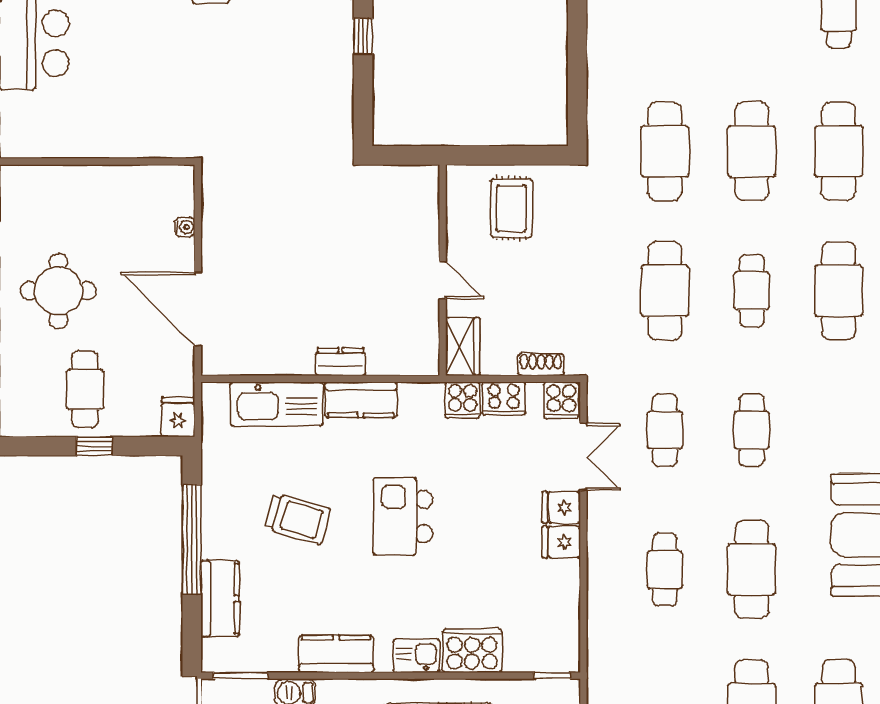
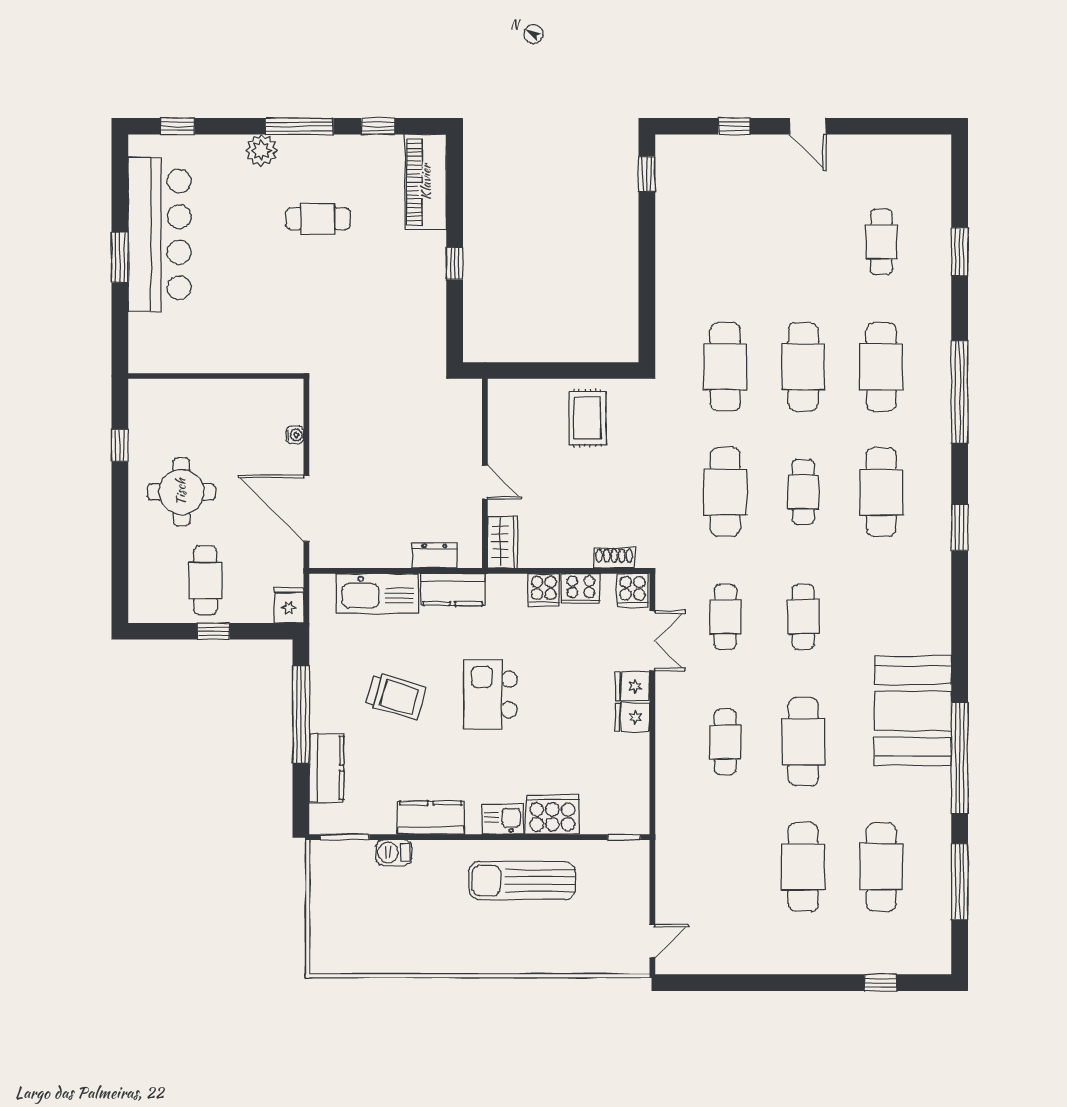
wall: (443, 270) -> (485, 473), moved
door: (443, 280) -> (485, 482), moved
wardrobe: (463, 347) -> (503, 542), moved

